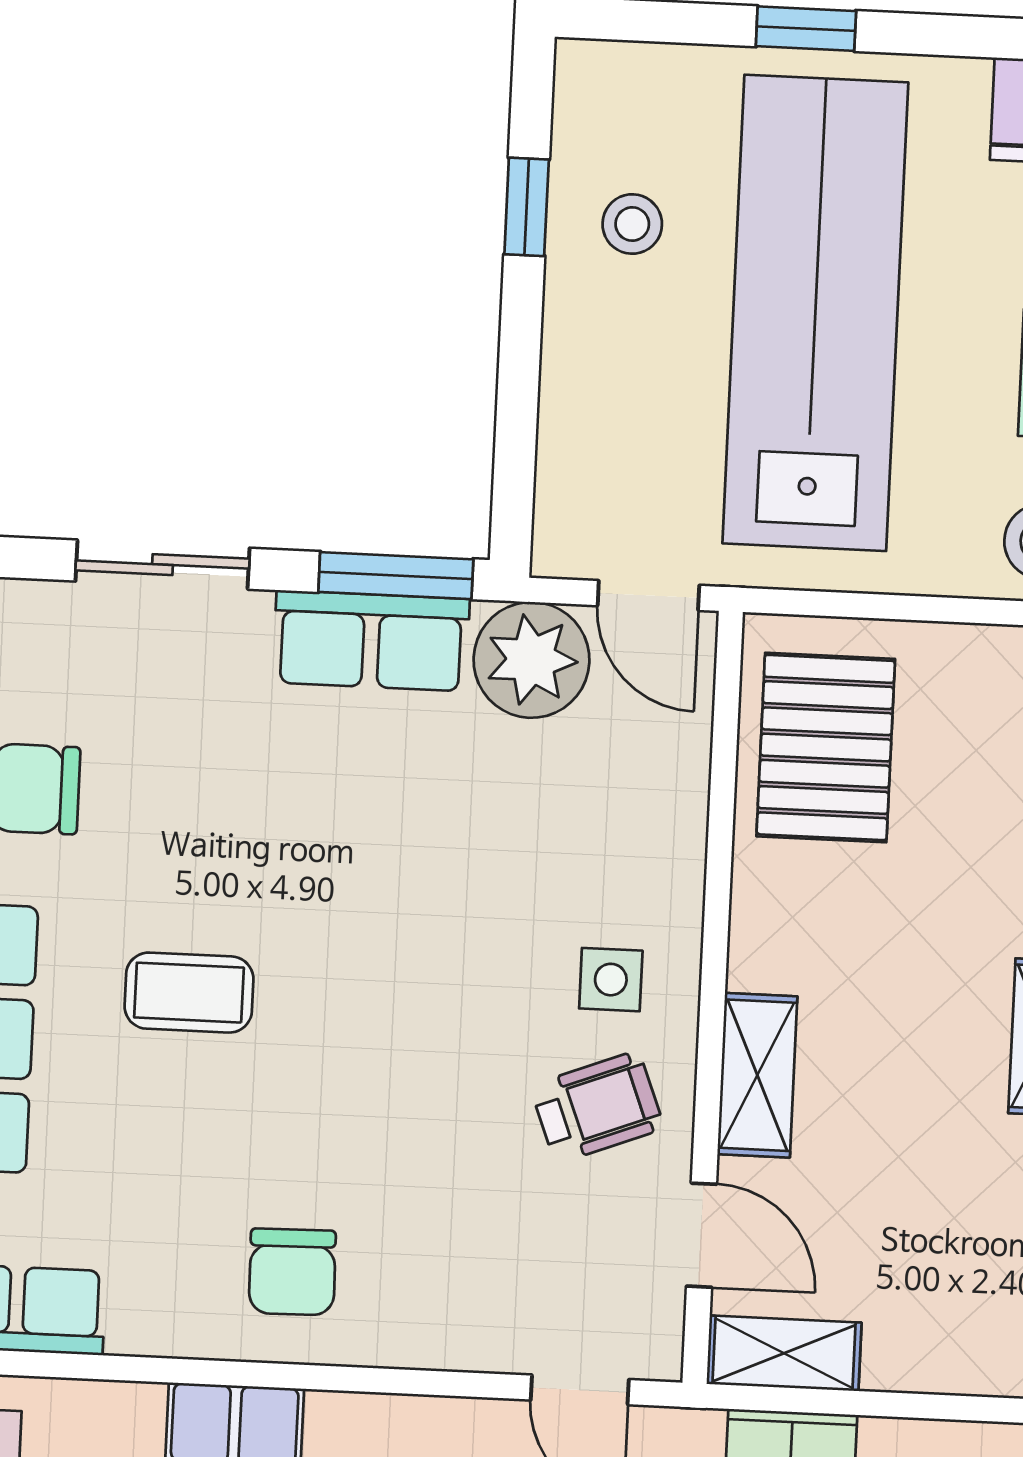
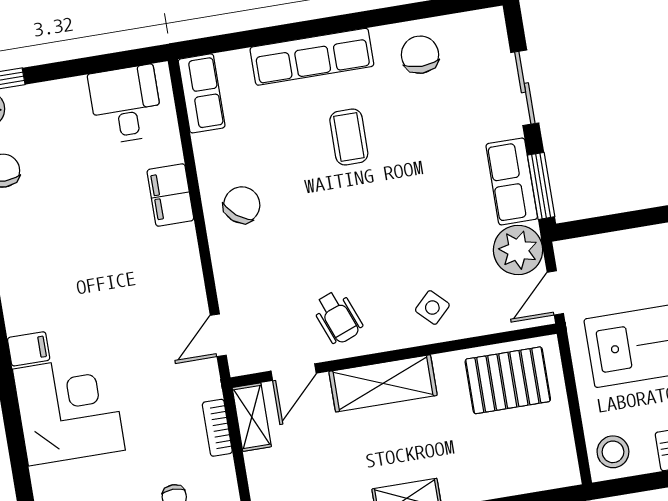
side table: (611, 980) -> (432, 308), moved, turned 45
shelving: (757, 1075) -> (383, 383), width x1.50, depth x1.33
chair: (292, 1272) -> (242, 205), turned 130

